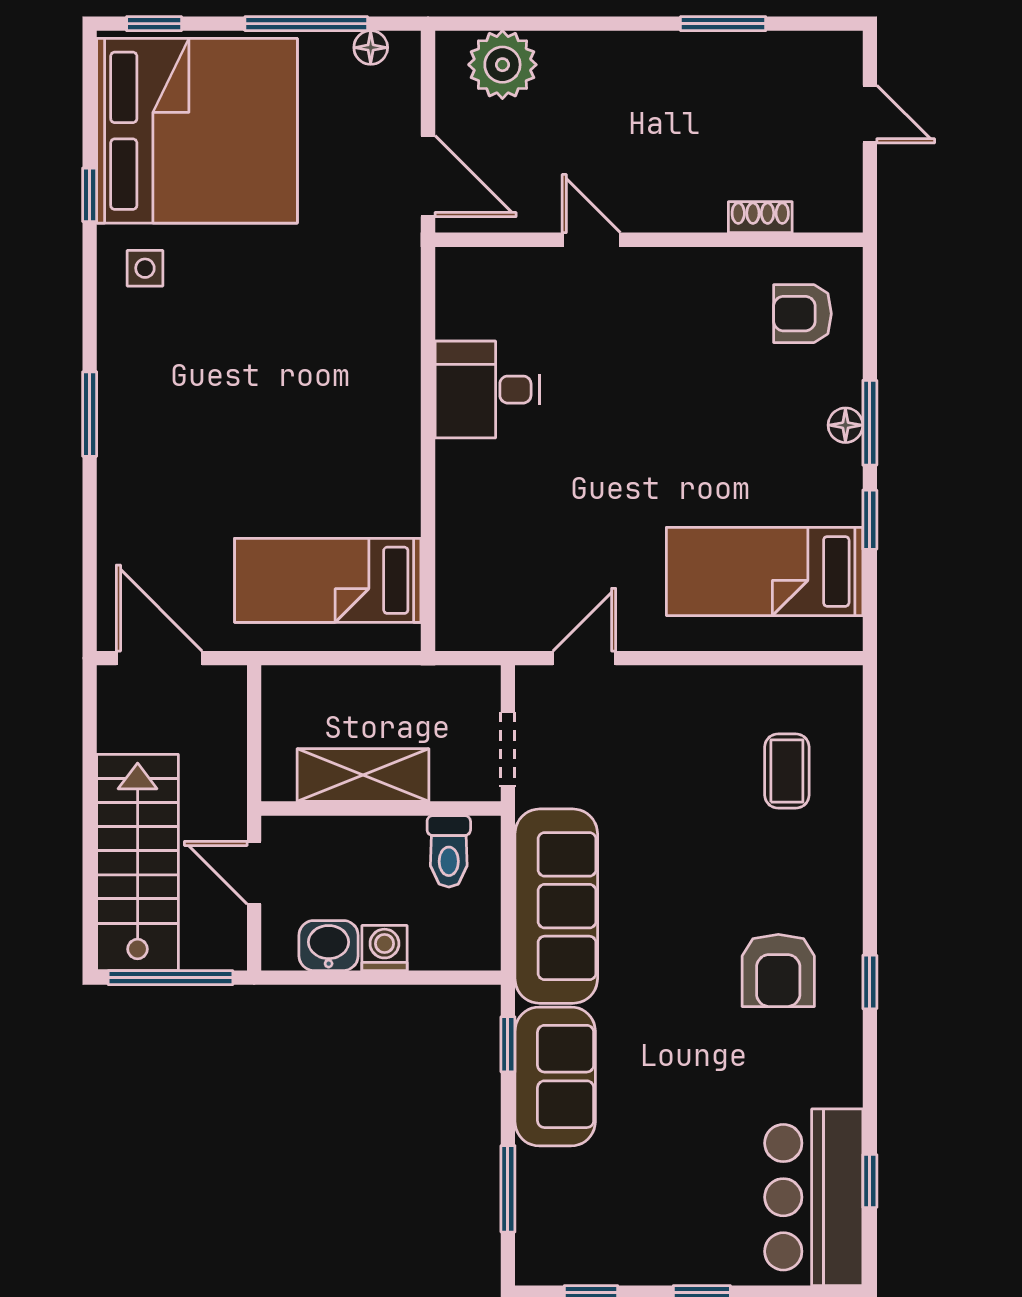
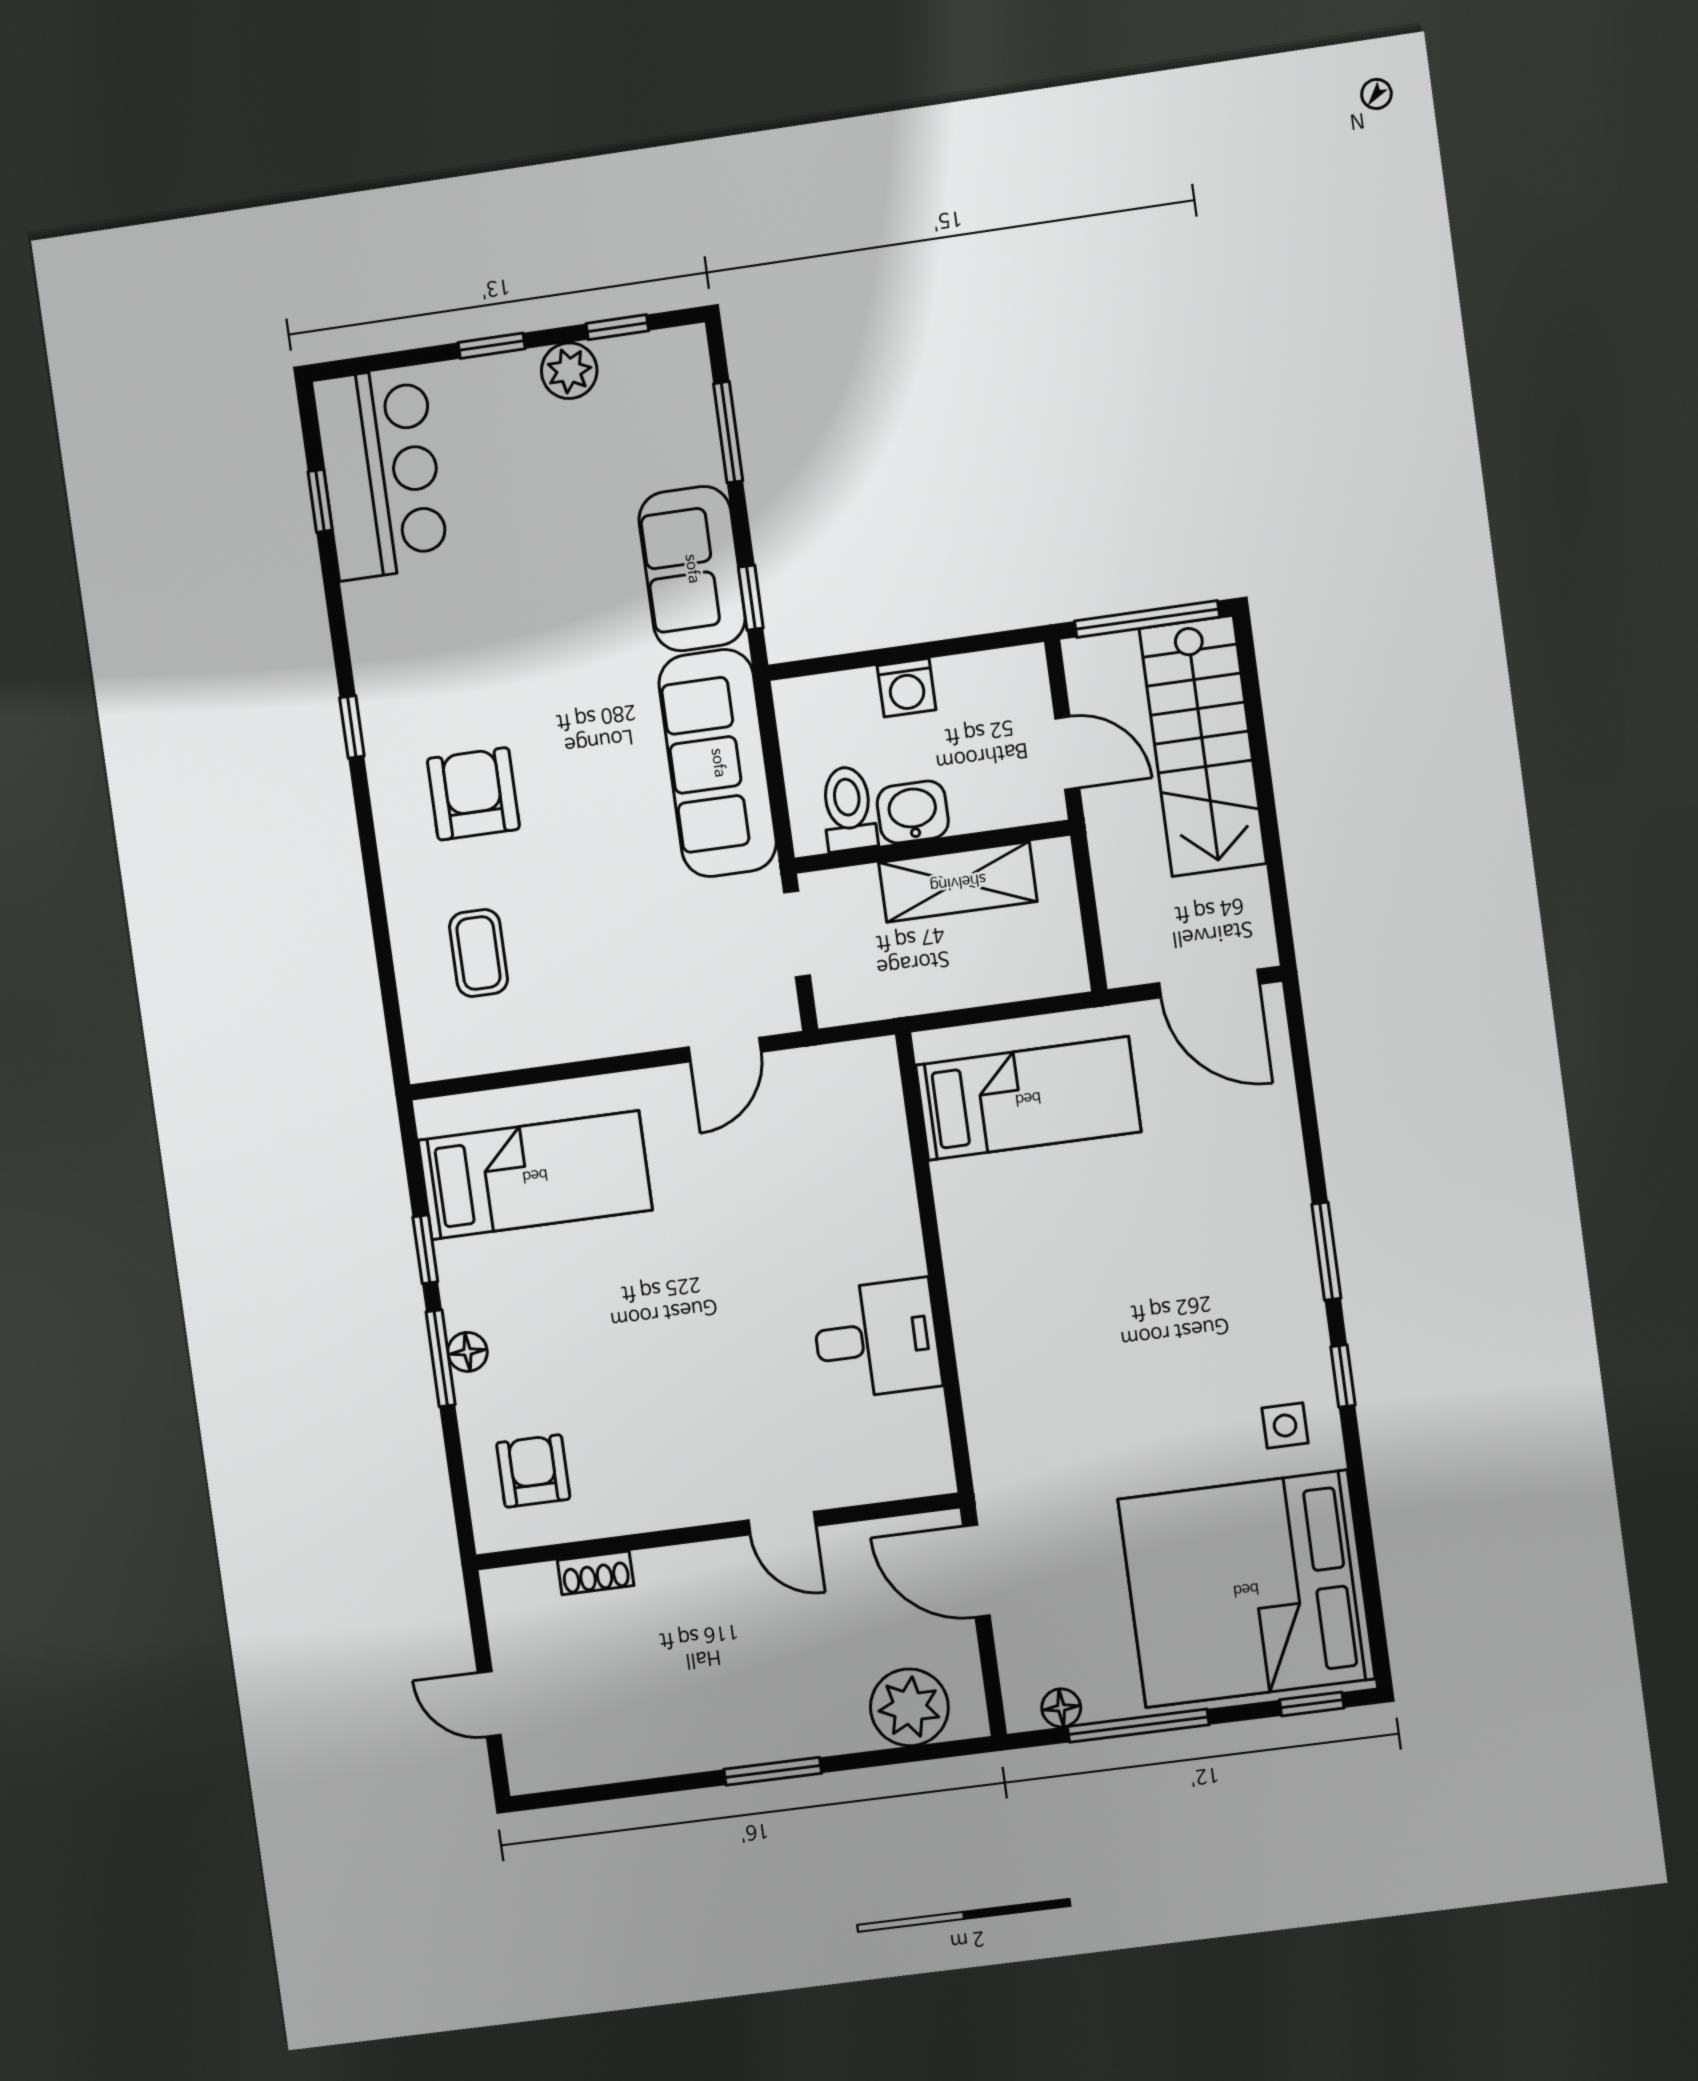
window: (723, 24) -> (773, 1771), moved
window: (90, 195) -> (1343, 1376), moved
armchair: (802, 314) -> (533, 1471), turned -90
washbasin: (329, 946) -> (913, 812), moved, turned 180
armchair: (778, 970) -> (473, 794), moved
plant: (638, 1261) -> (569, 371), added

